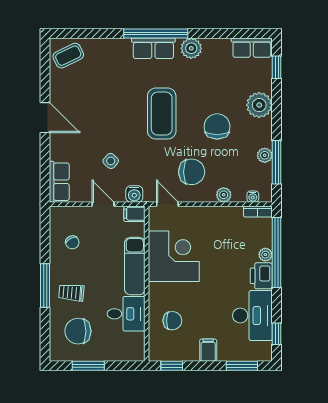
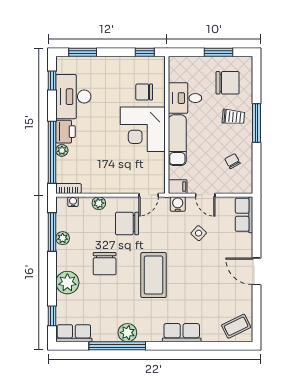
window: (156, 33) -> (117, 346), moved
row of seats: (153, 48) -> (182, 333), moved
door: (167, 204) -> (149, 195), hinge flipped
corner desk: (174, 256) -> (143, 129), moved
filing cabinet: (208, 350) -> (112, 66), removed

